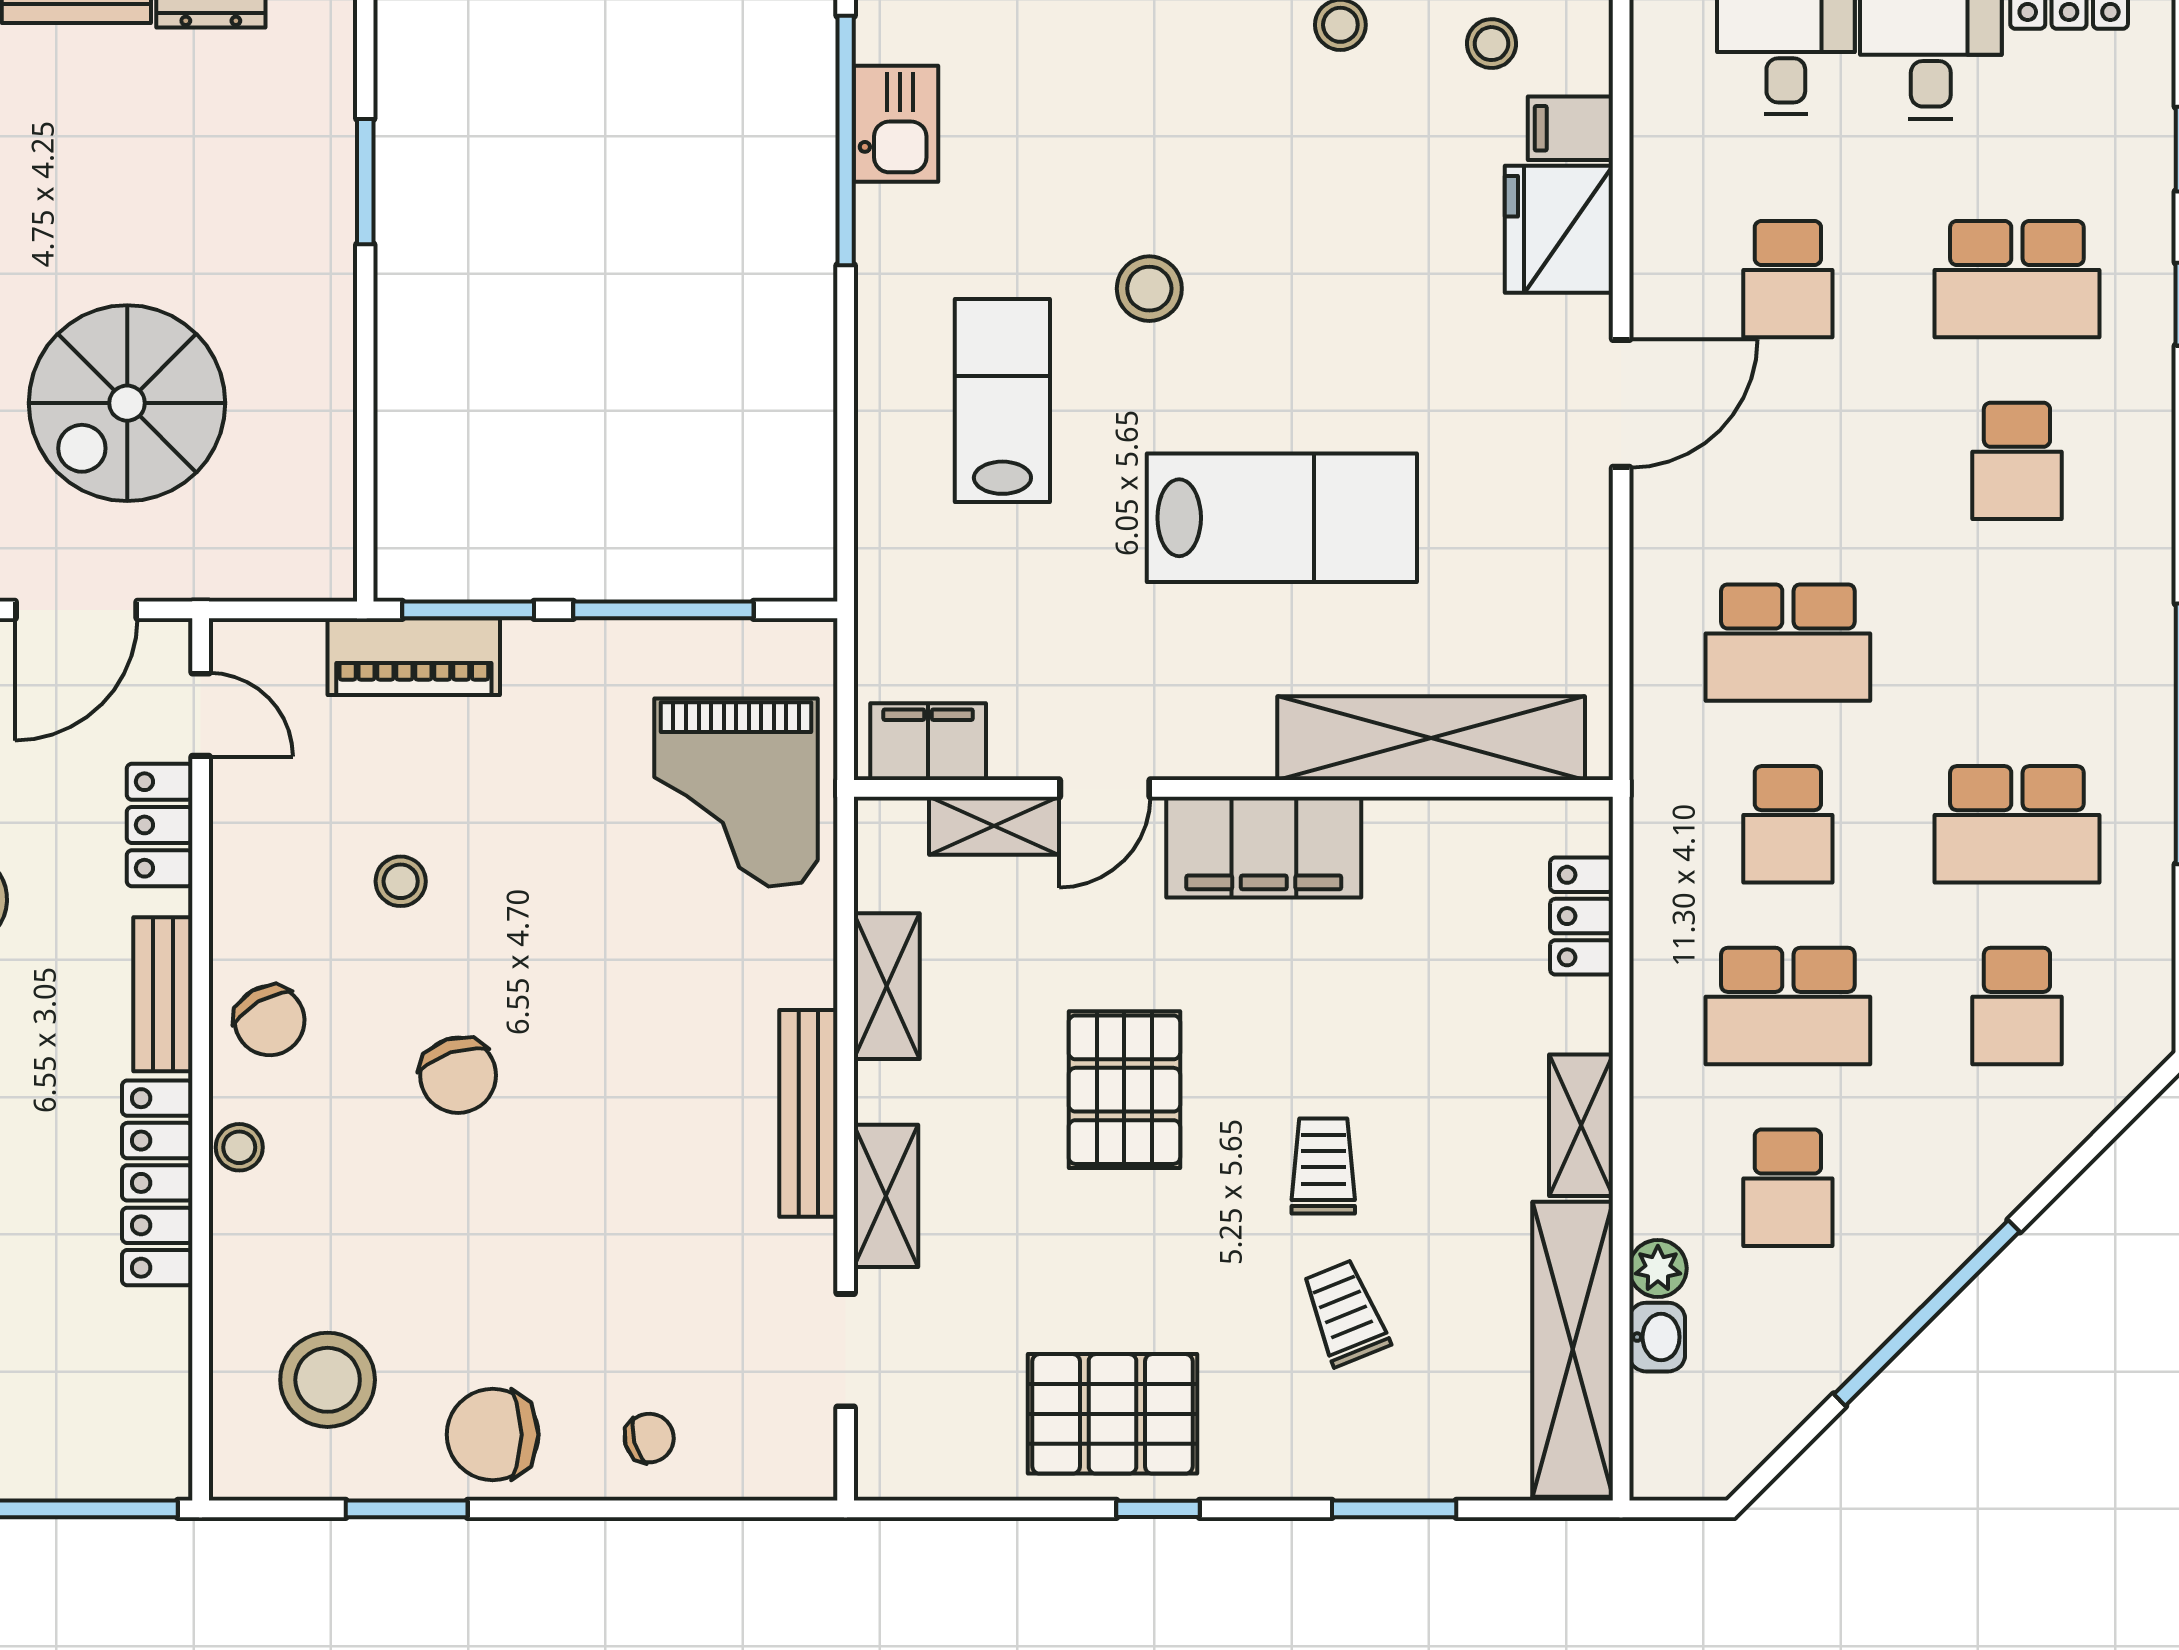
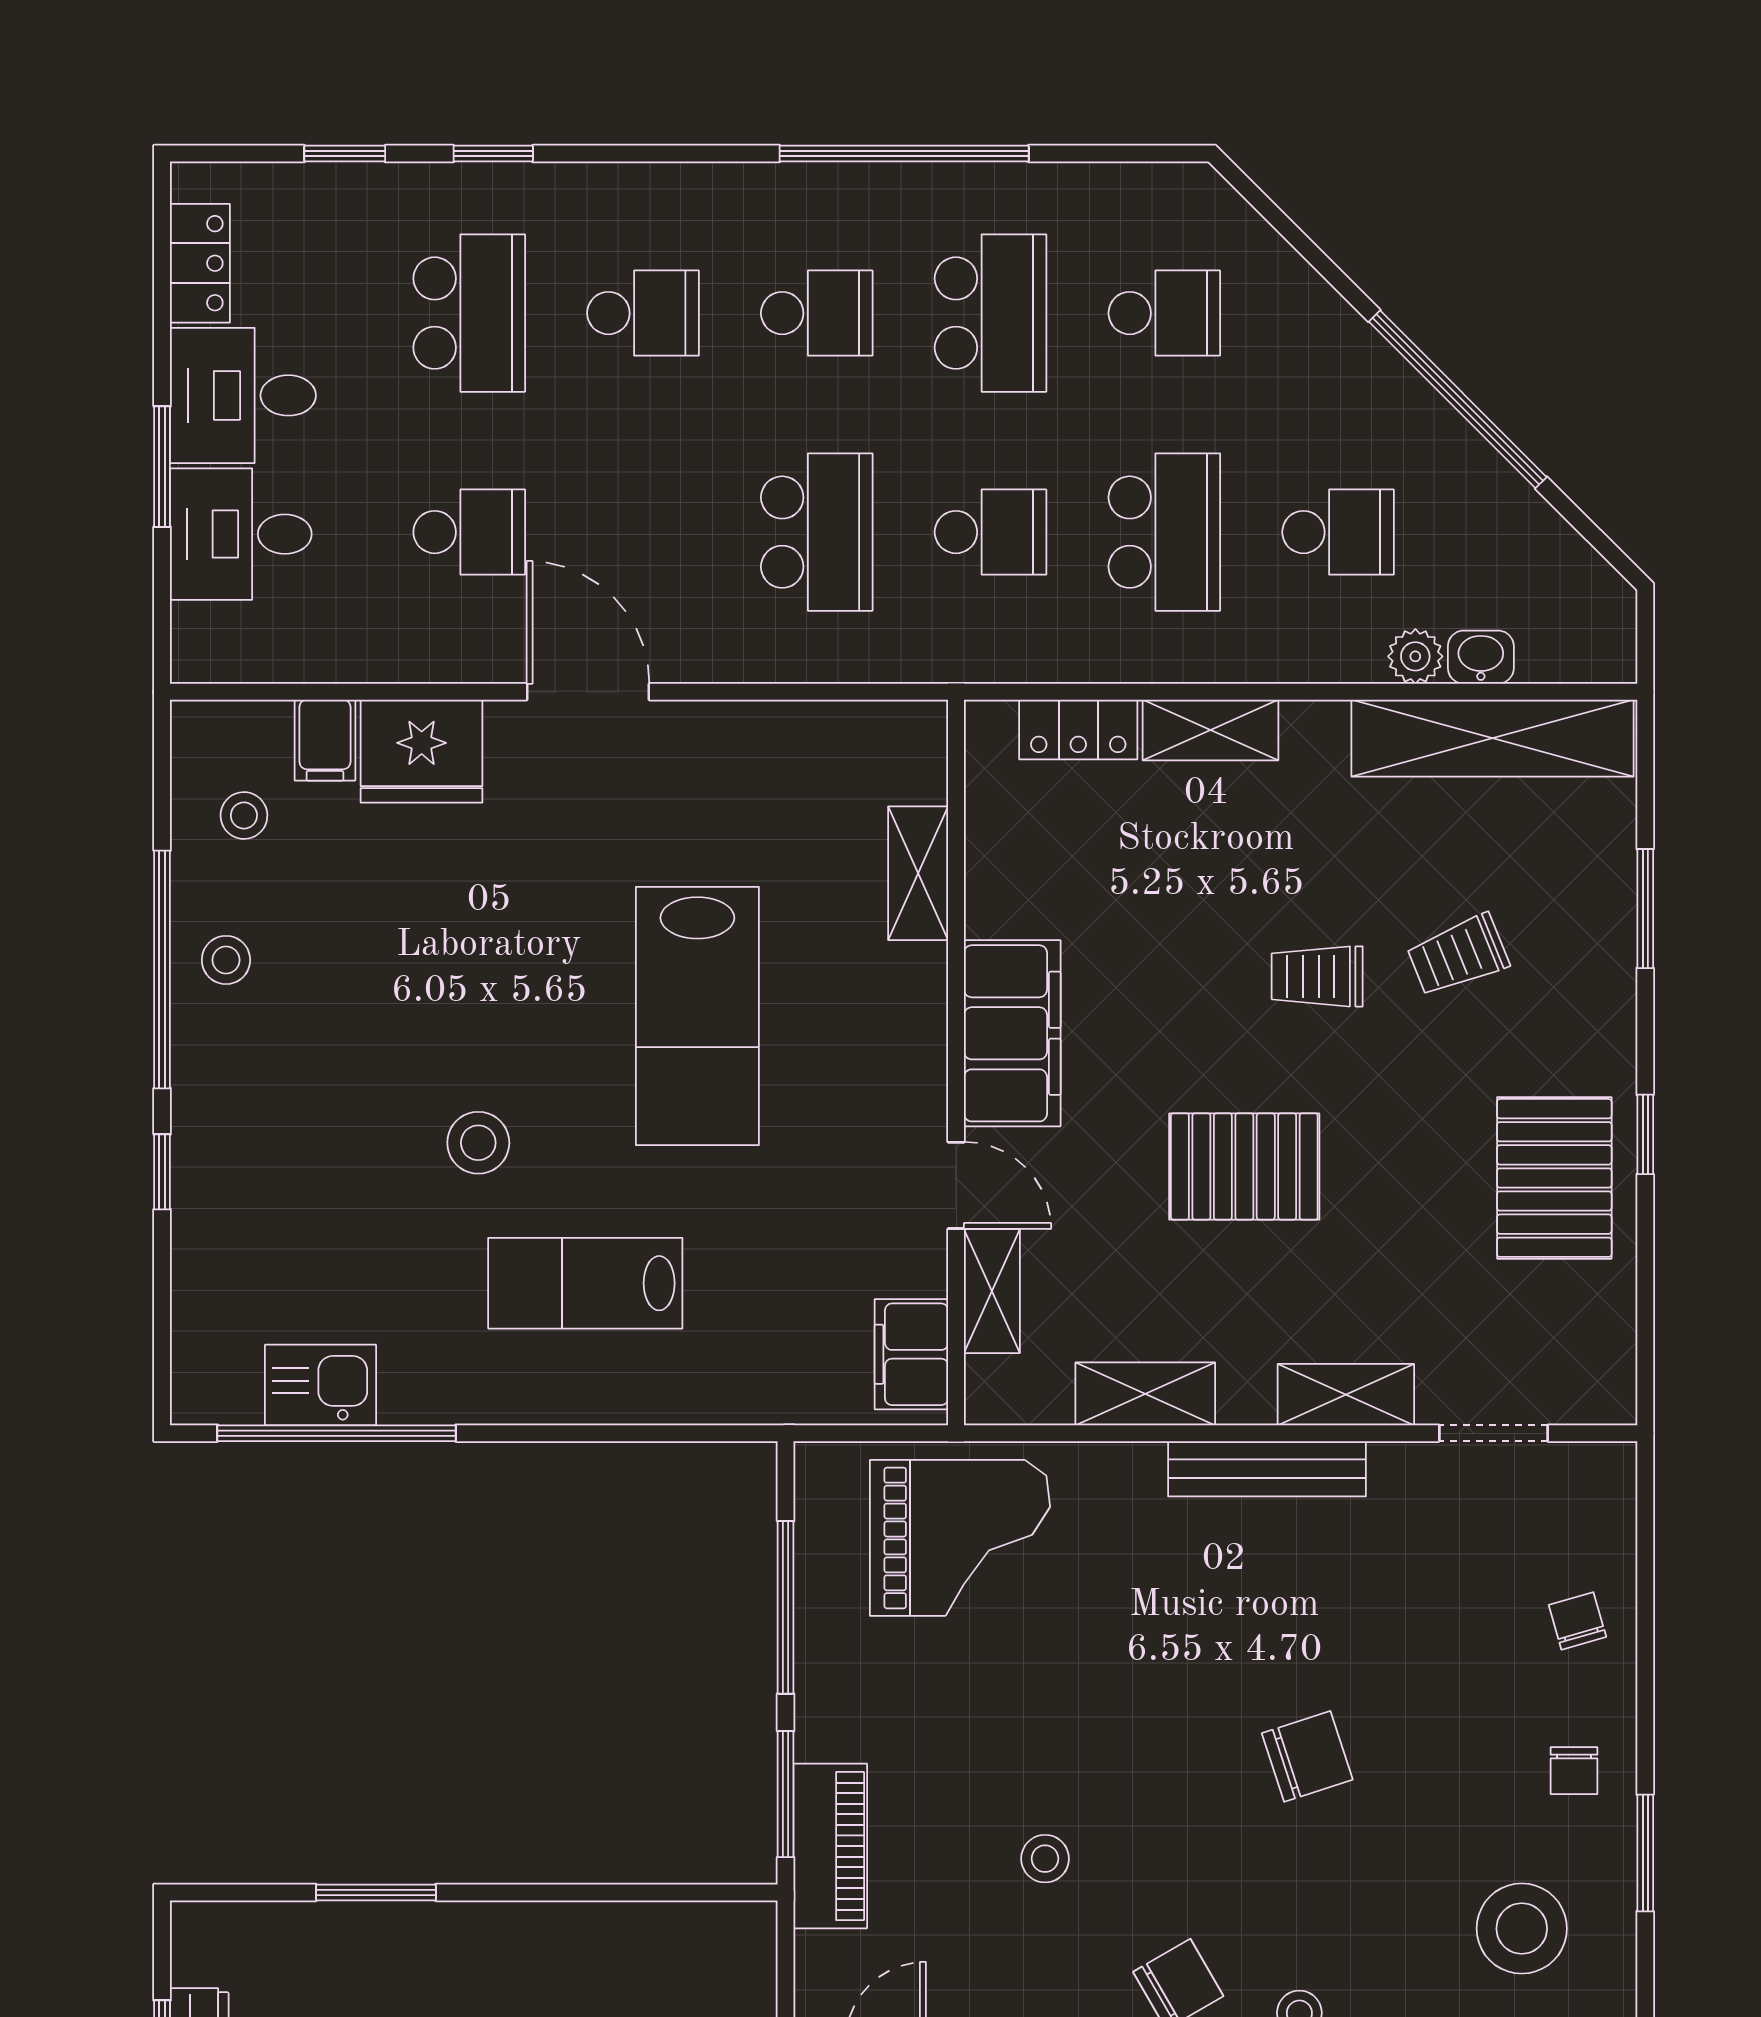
lab bench: (1282, 518) -> (697, 1016), turned 180
school desk: (2017, 643) -> (817, 313), added
shelving: (1431, 738) -> (918, 873), width x0.45, depth x0.75
chair: (458, 1075) -> (1307, 1756), moved
shelving: (1581, 1125) -> (1210, 730), moved
chair: (493, 1435) -> (1574, 1771), width x0.54, depth x0.54

